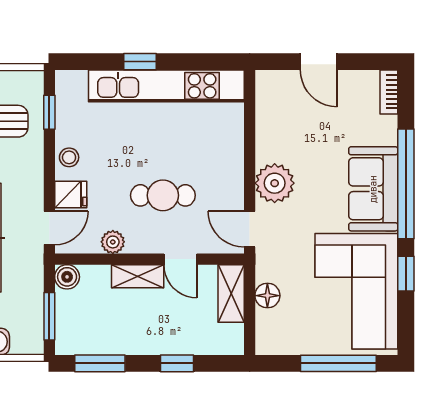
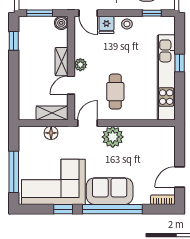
door: (319, 62) -> (180, 177), moved
cafe table: (163, 195) -> (115, 92), moved
plant: (113, 242) -> (80, 65), moved
window: (100, 363) -> (14, 41), width x0.67
window: (177, 363) -> (14, 83), removed

